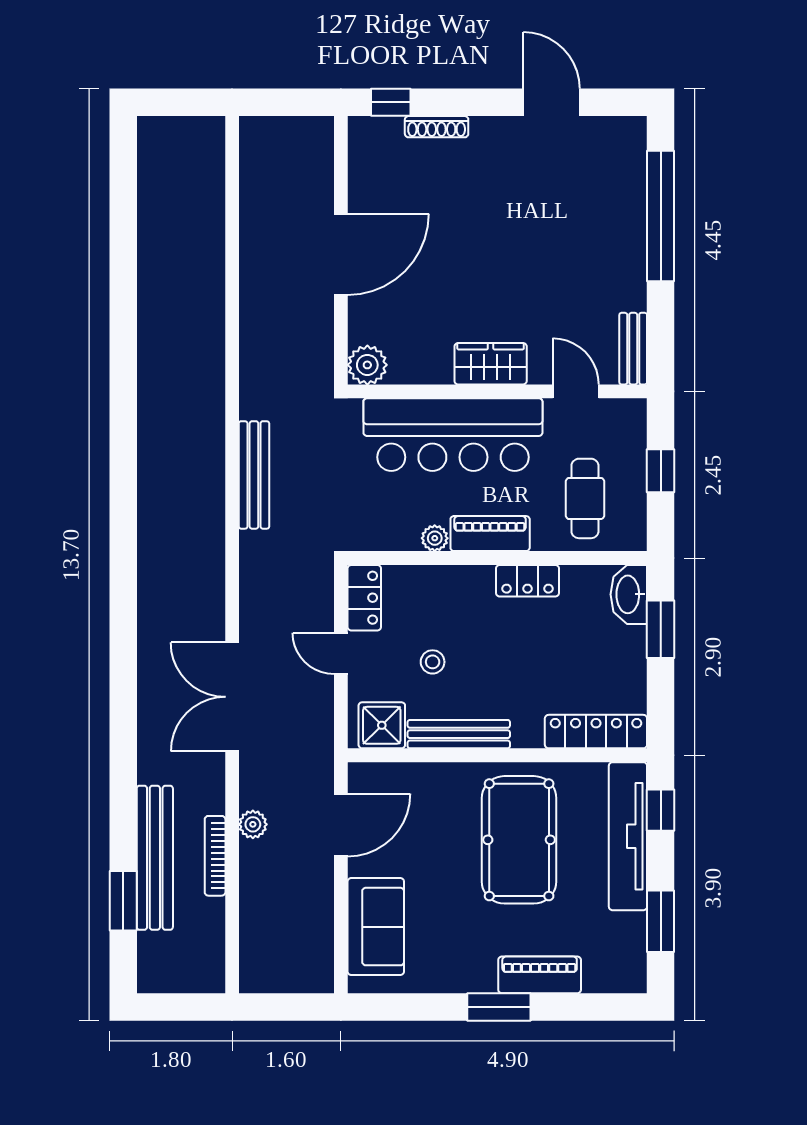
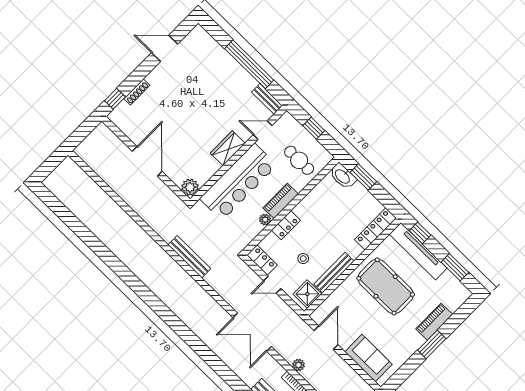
window: (661, 216) -> (249, 64), moved
locker: (528, 581) -> (286, 225), moved

